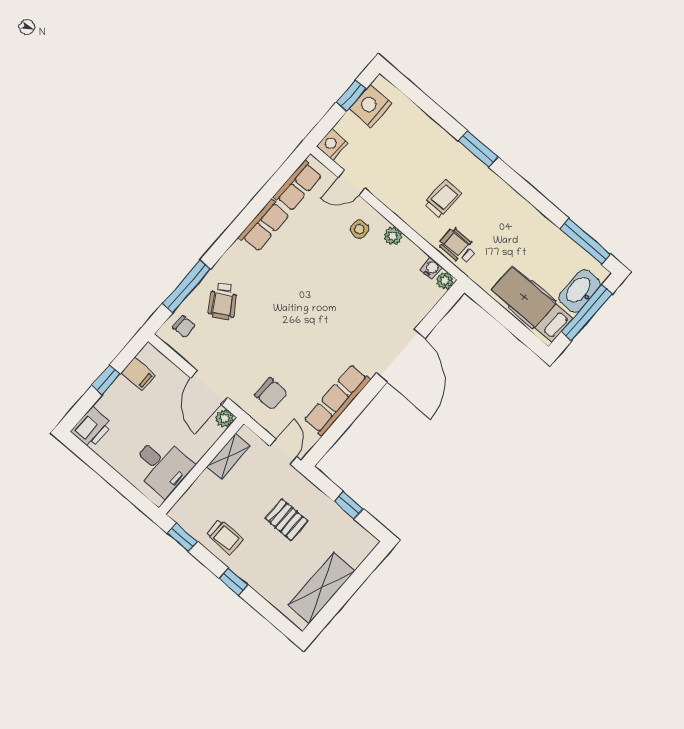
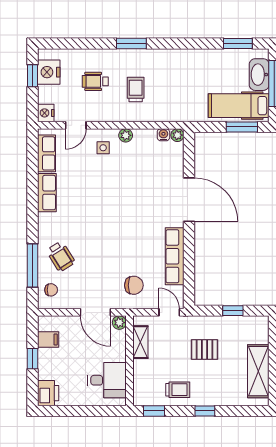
window: (585, 241) -> (238, 44), width x0.69
wheelchair: (458, 246) -> (95, 81), moved
window: (517, 328) -> (242, 127), added

